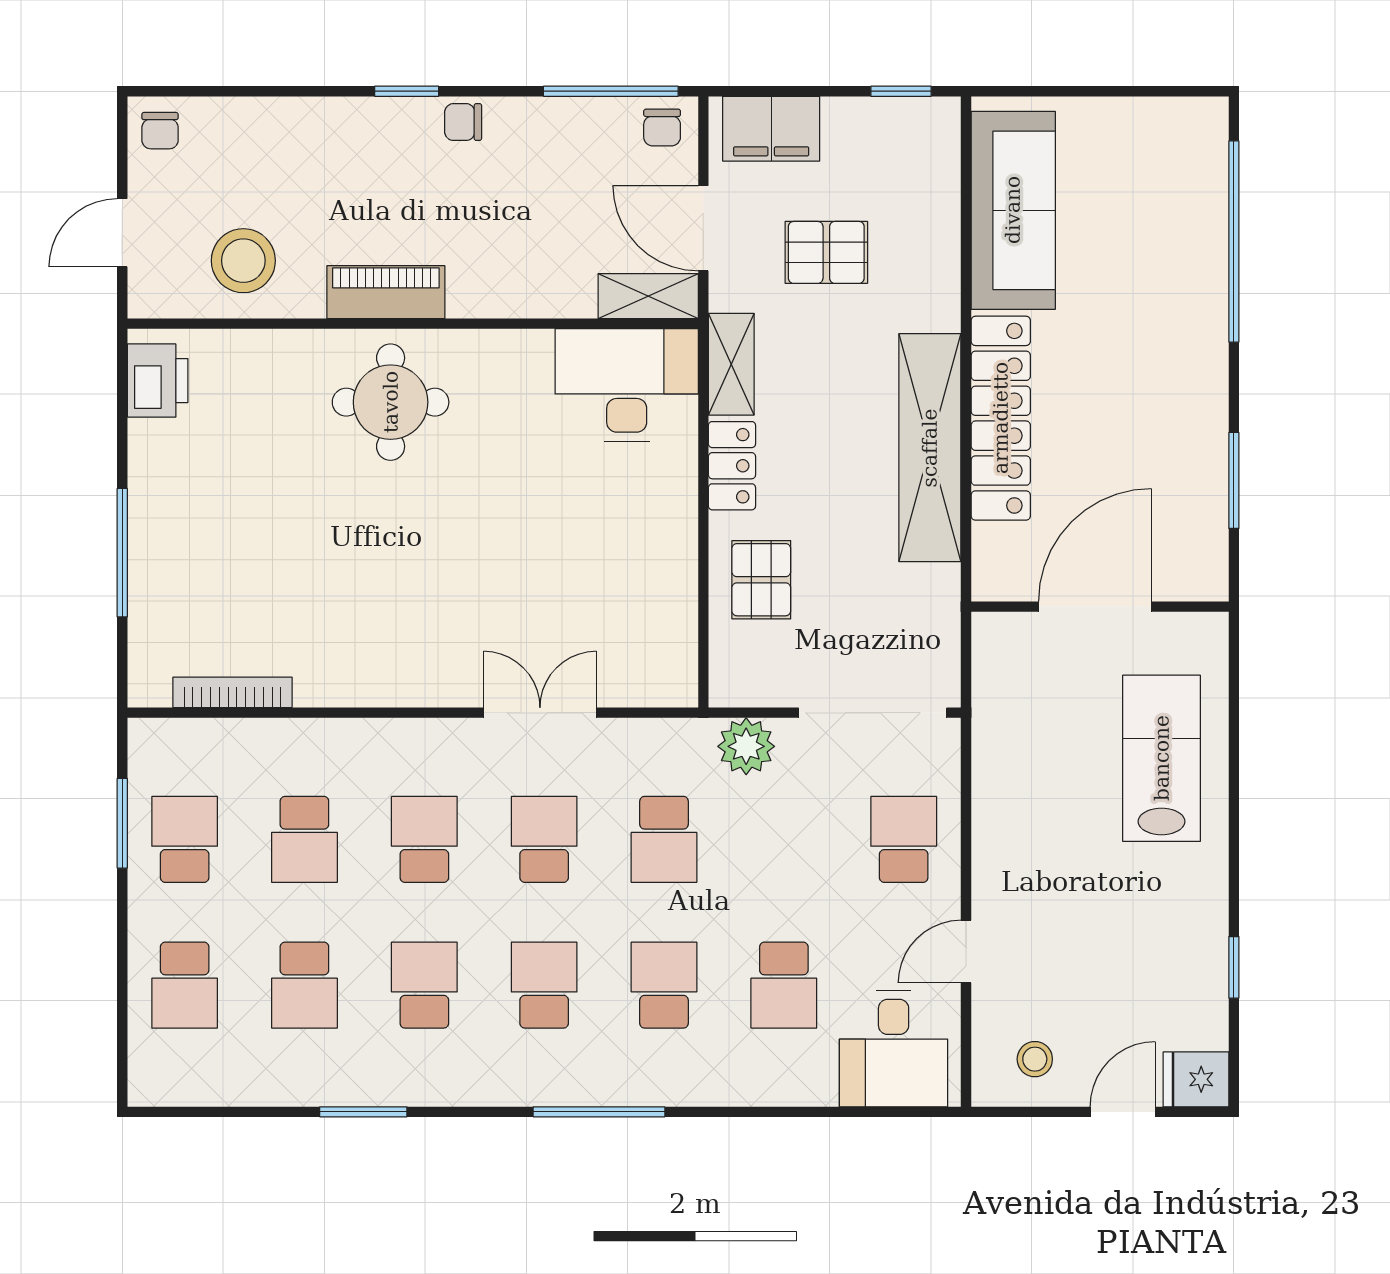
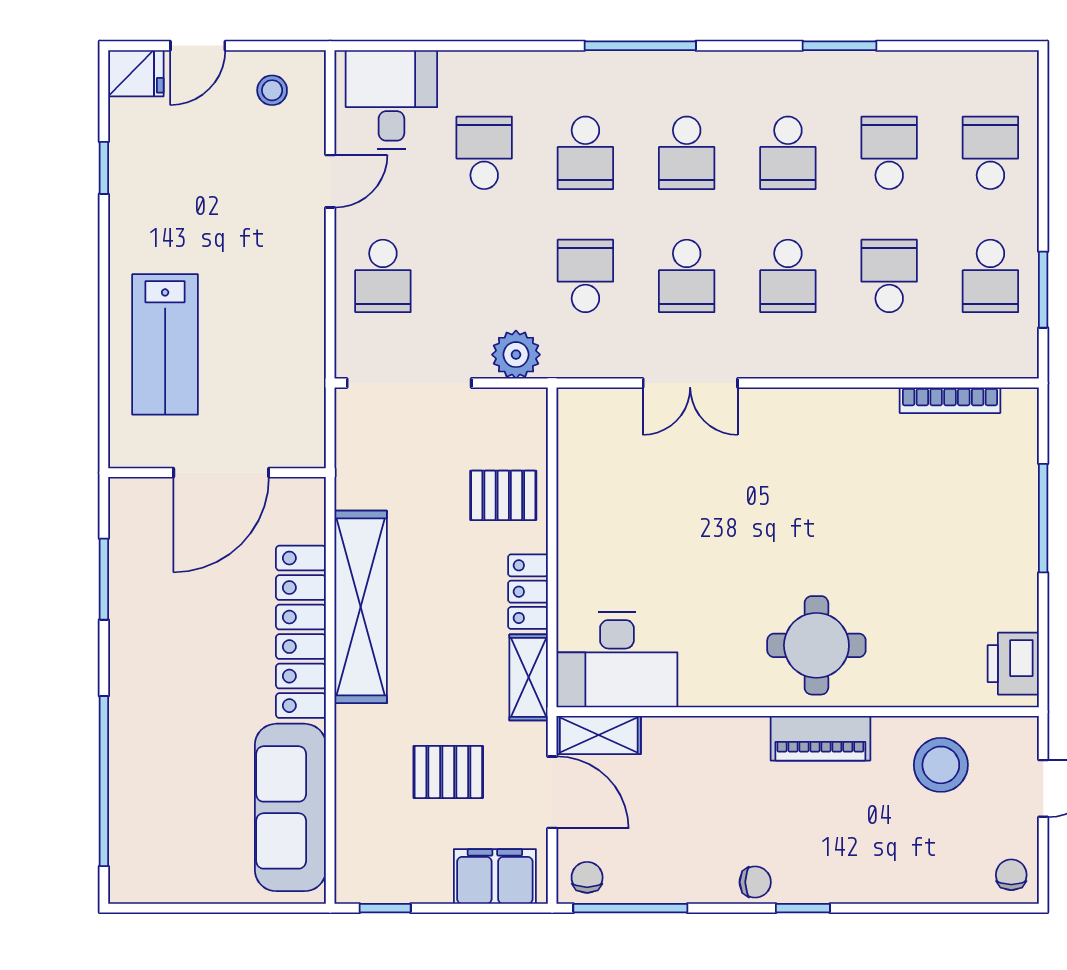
pallet: (761, 580) -> (503, 495), turned 90

